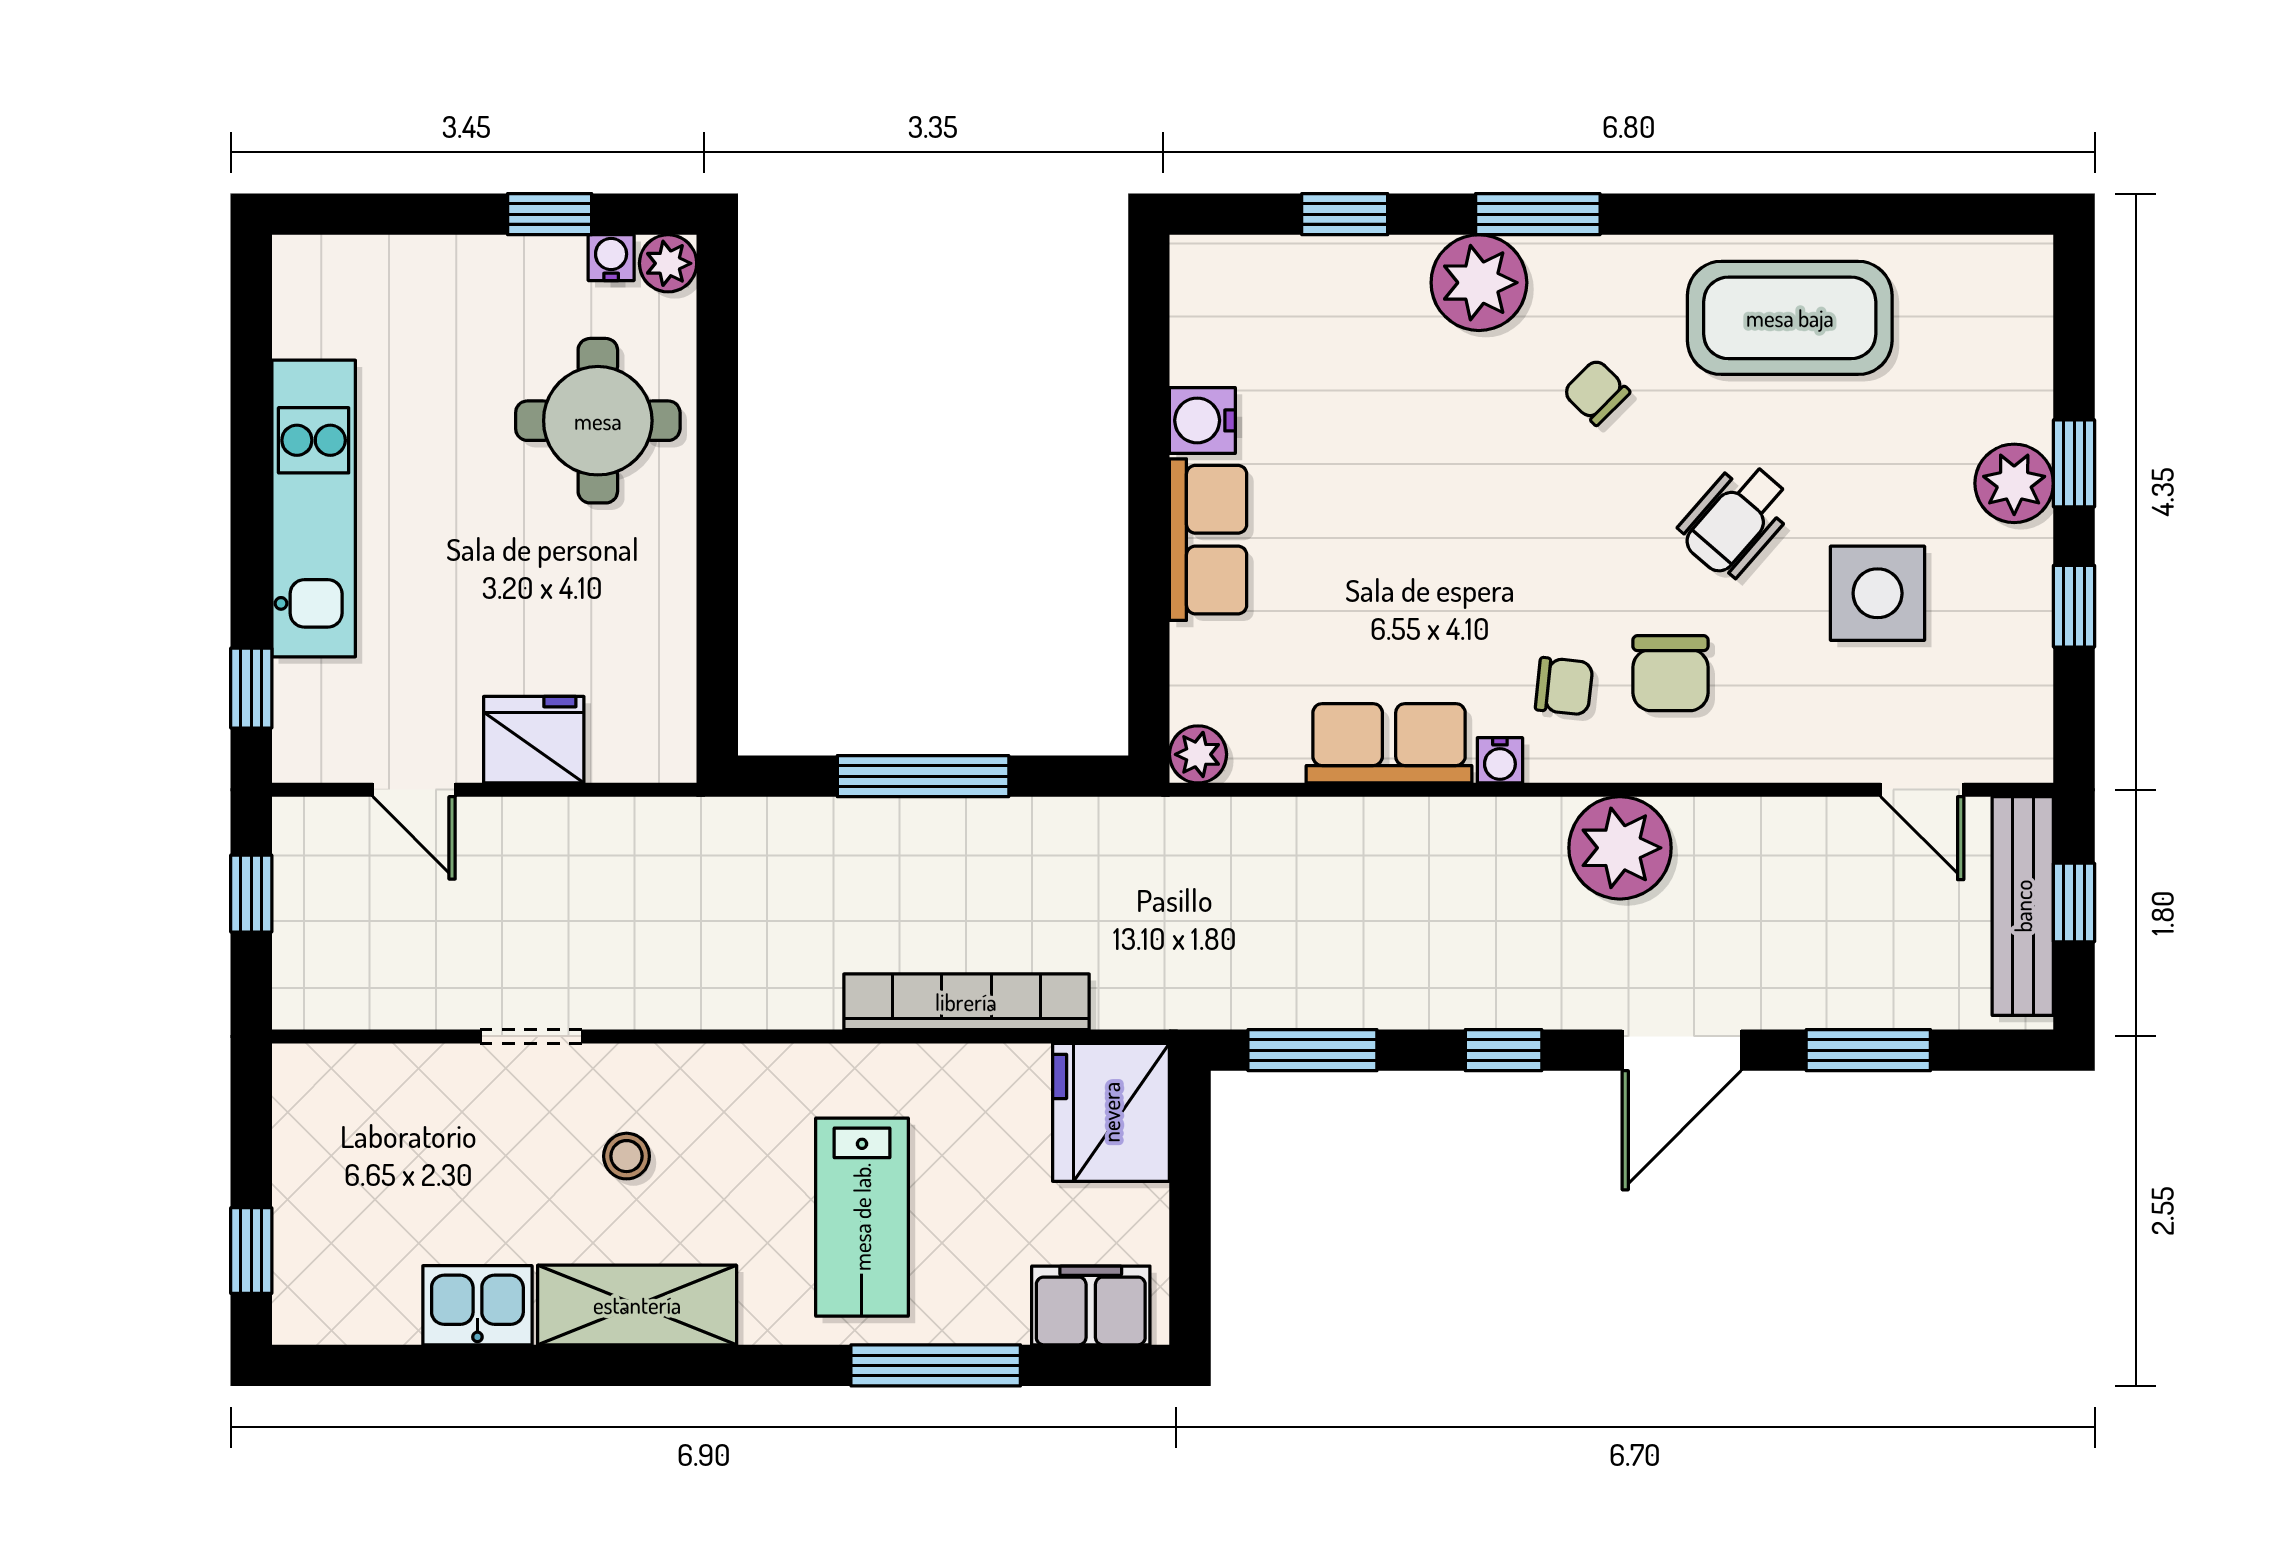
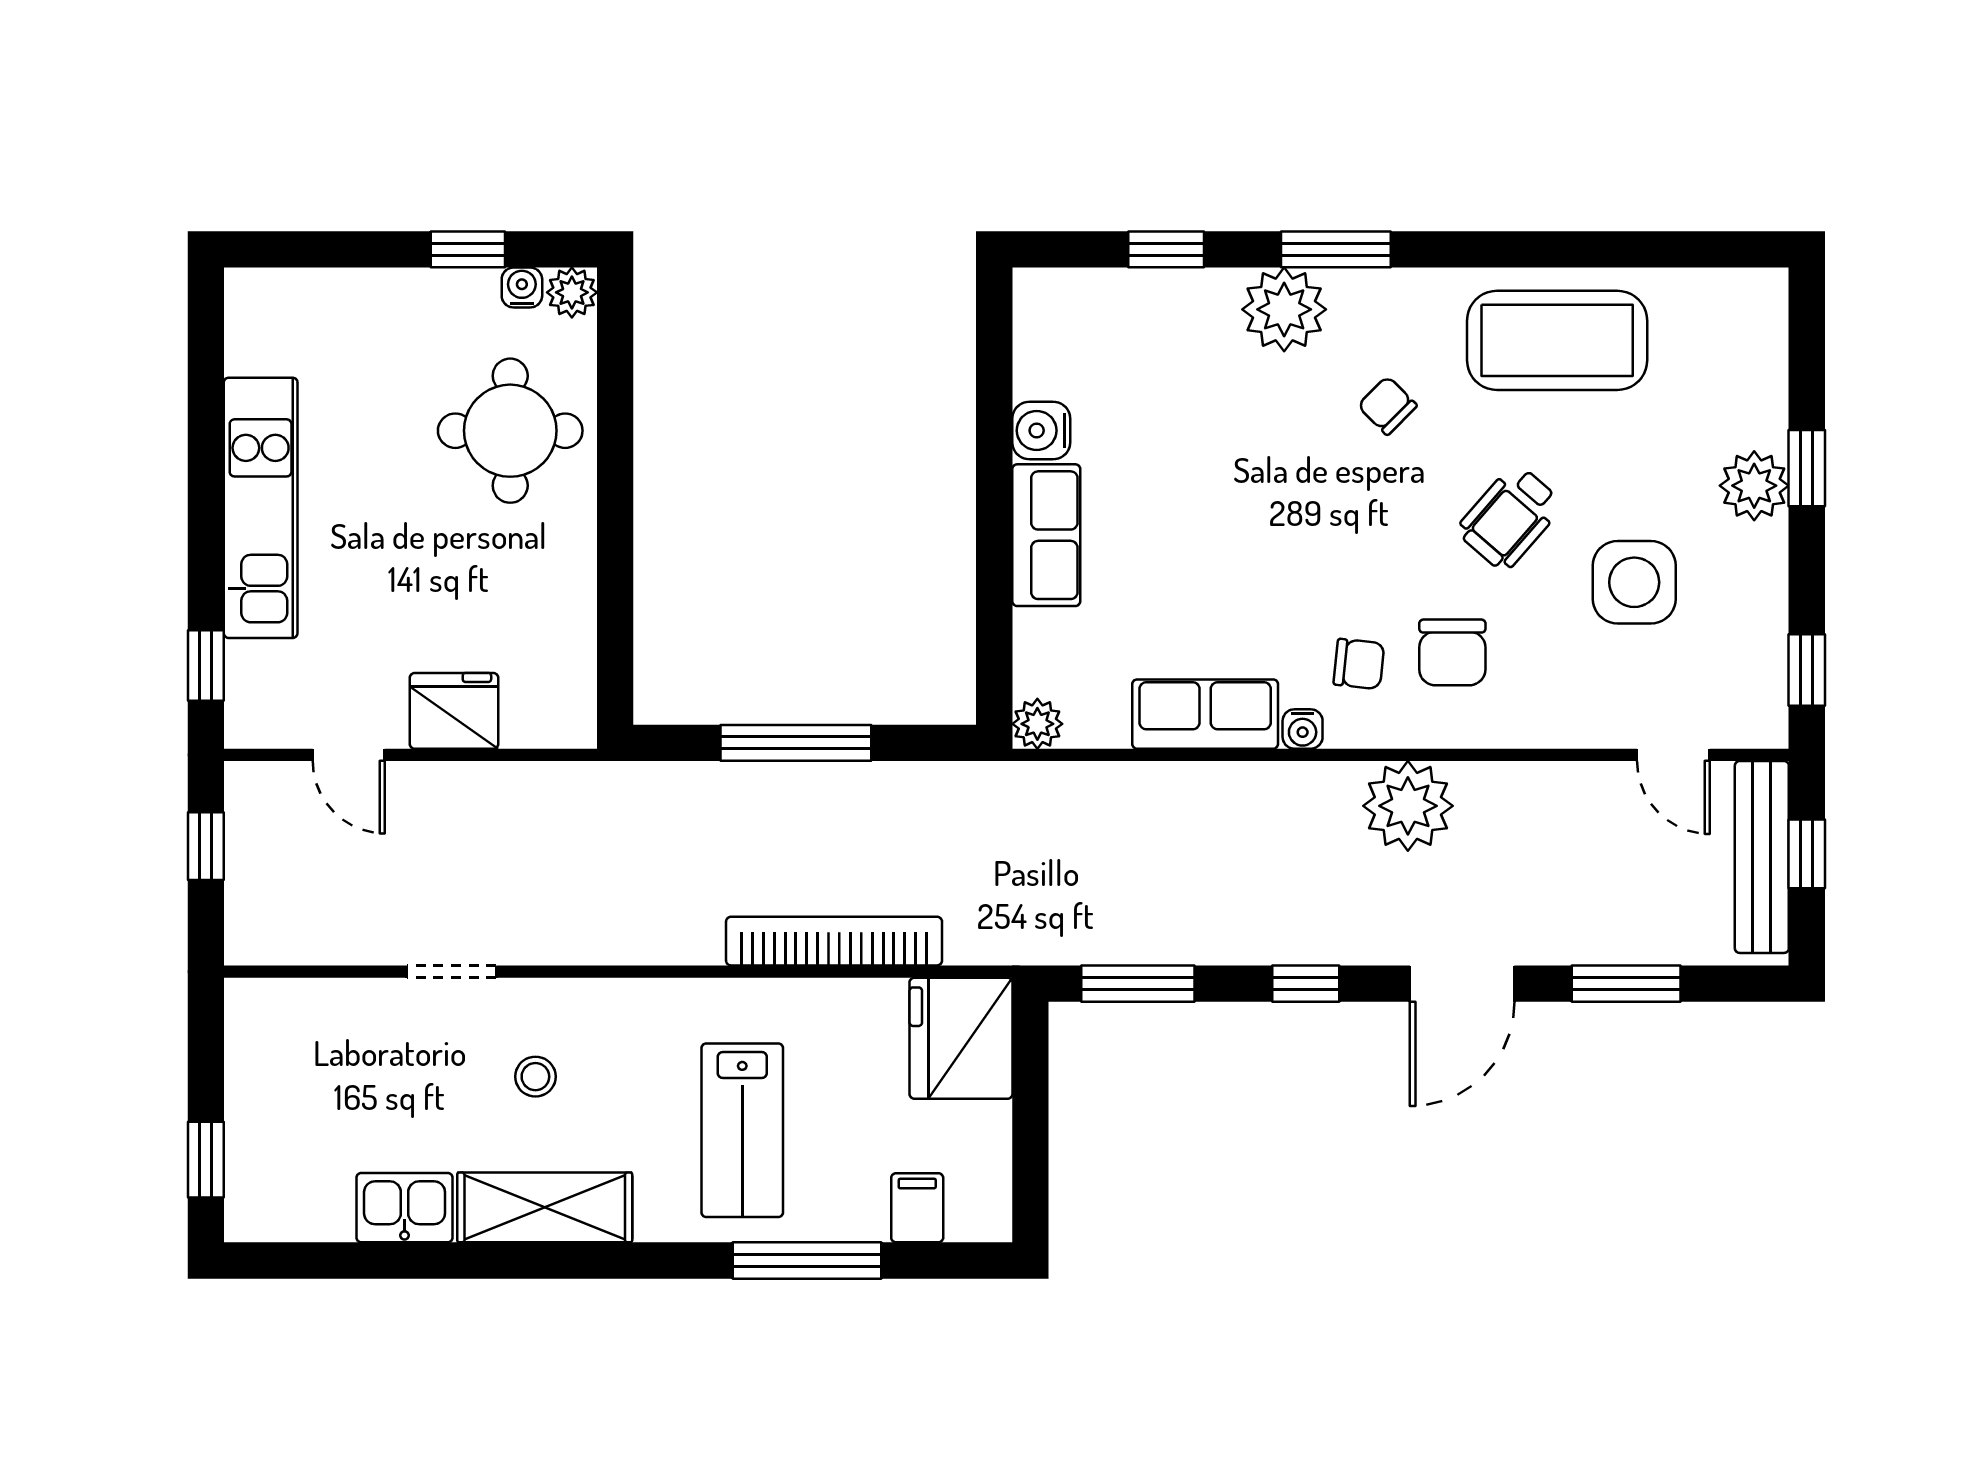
window: (2074, 606) -> (1807, 670), moved
filing cabinet: (1091, 1305) -> (917, 1208), width x0.50

